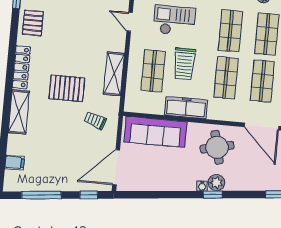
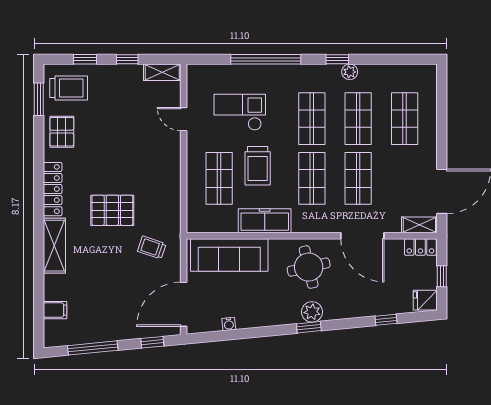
shelving: (114, 74) -> (170, 187), removed
water cooler: (202, 186) -> (229, 324), moved

